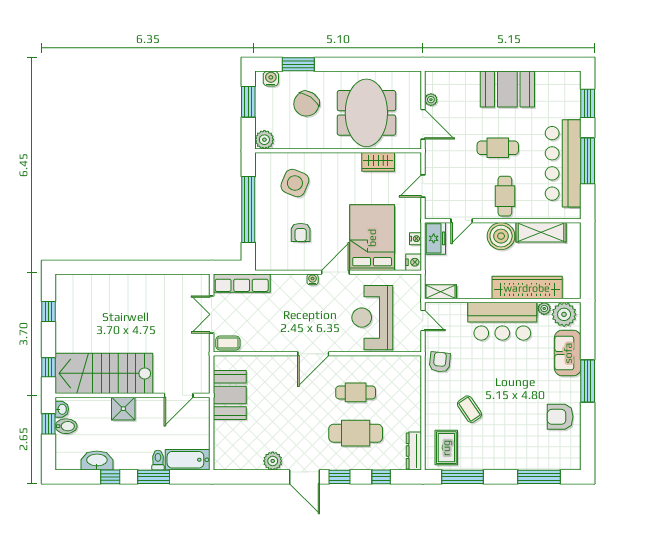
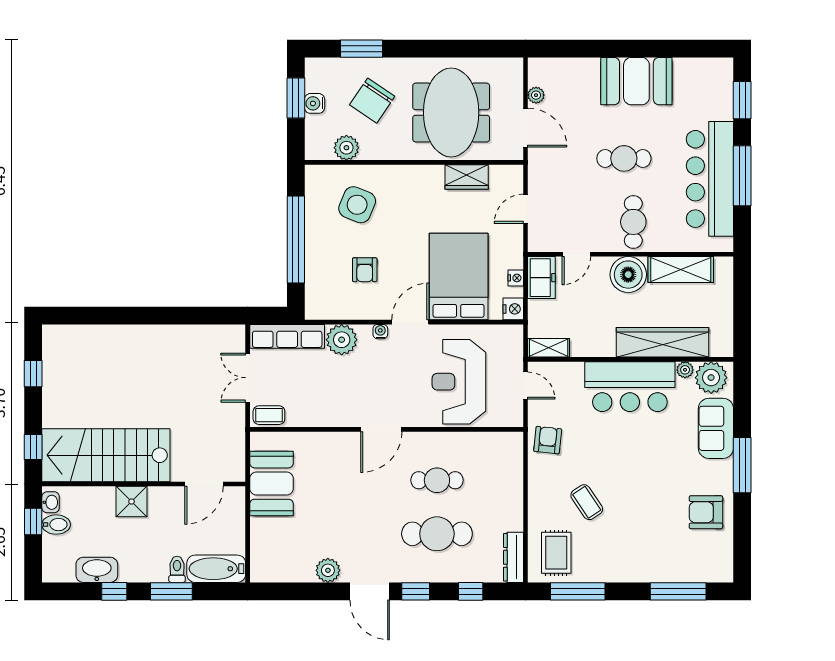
water cooler: (271, 79) -> (315, 103), moved, turned -90
plant: (264, 140) -> (346, 148), moved
plant: (283, 286) -> (342, 340), added

